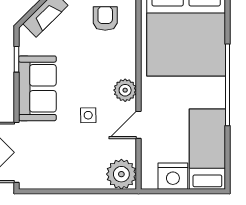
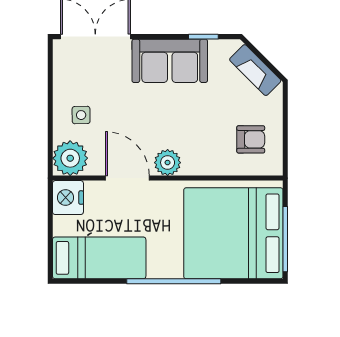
side table: (88, 115) -> (81, 115), moved
door: (139, 125) -> (127, 178), width x1.38
nightstand: (173, 176) -> (68, 198), moved

